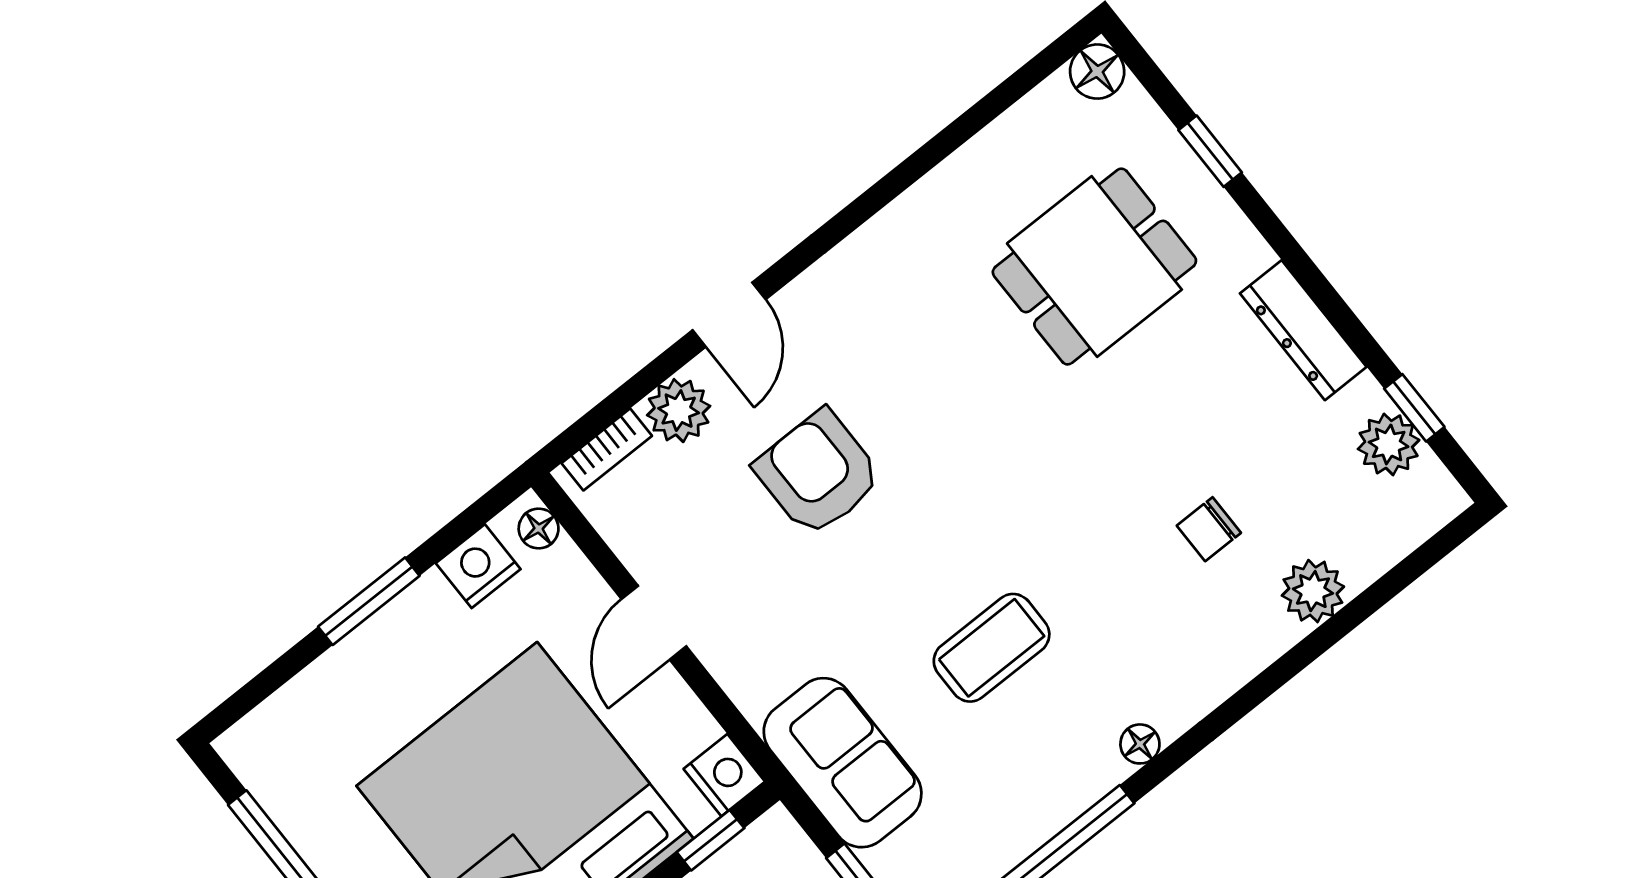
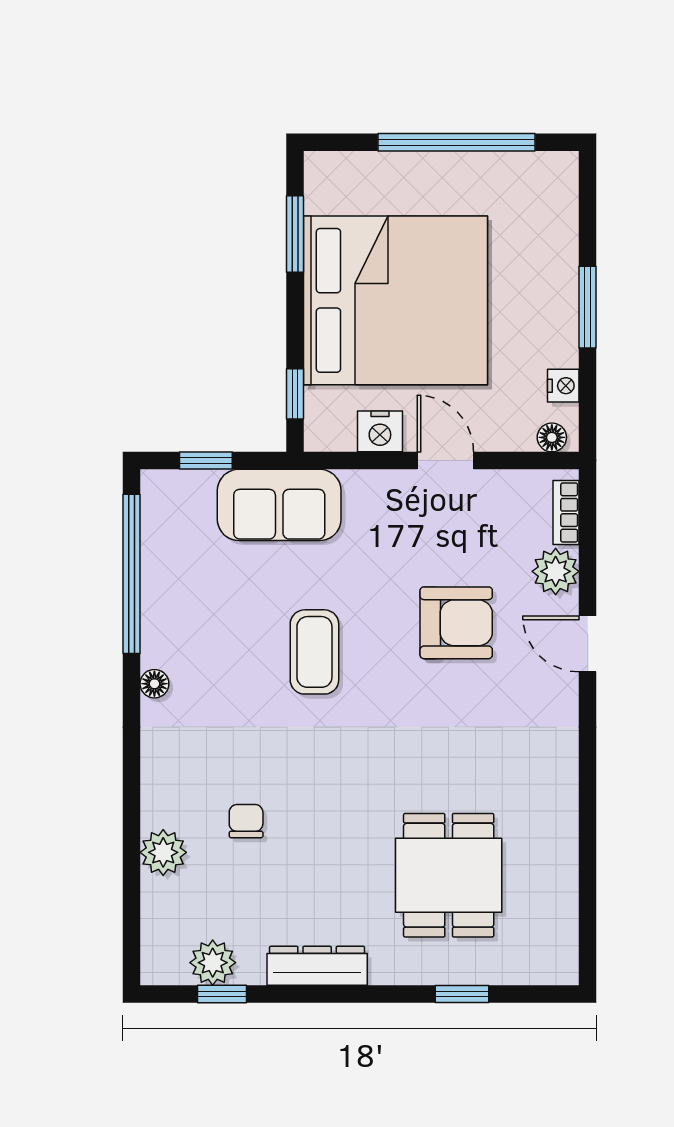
floor lamp: (1097, 72) -> (559, 966), removed
nightstand: (478, 566) -> (563, 386), width x0.72, depth x0.74
coffee table: (992, 648) -> (314, 652), moved
nightstand: (724, 775) -> (380, 431), moved

